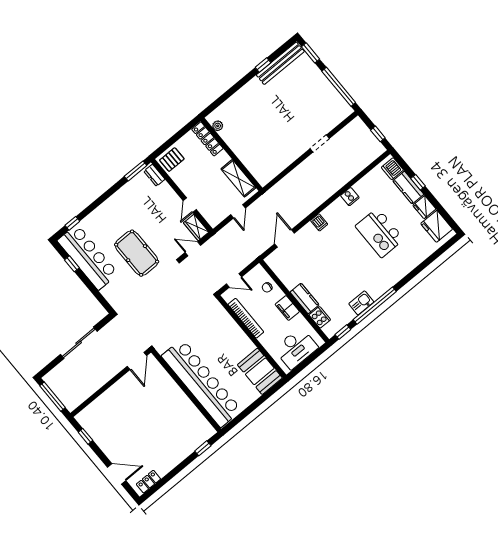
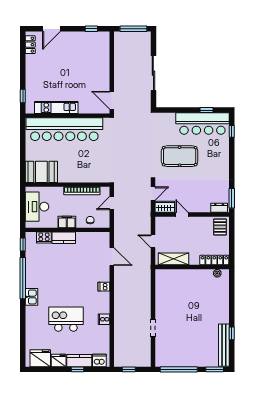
kitchen sink: (361, 303) -> (31, 297), moved
kitchen unit: (187, 408) -> (56, 107), added

